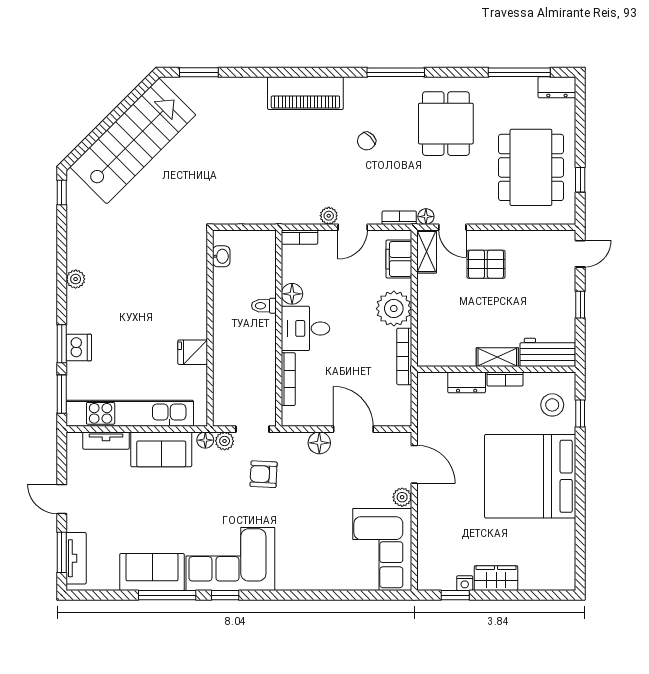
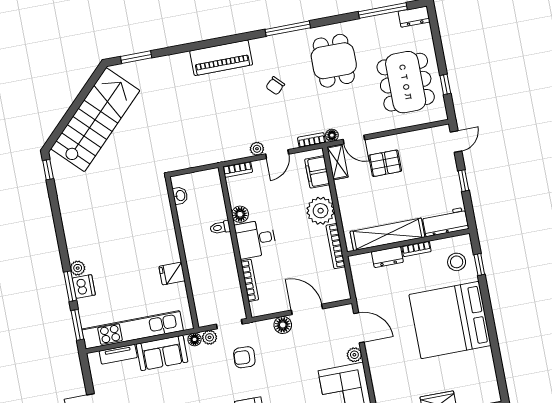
plant: (76, 279) -> (78, 268), moved
shelving: (497, 357) -> (387, 234), width x2.20, depth x1.33

